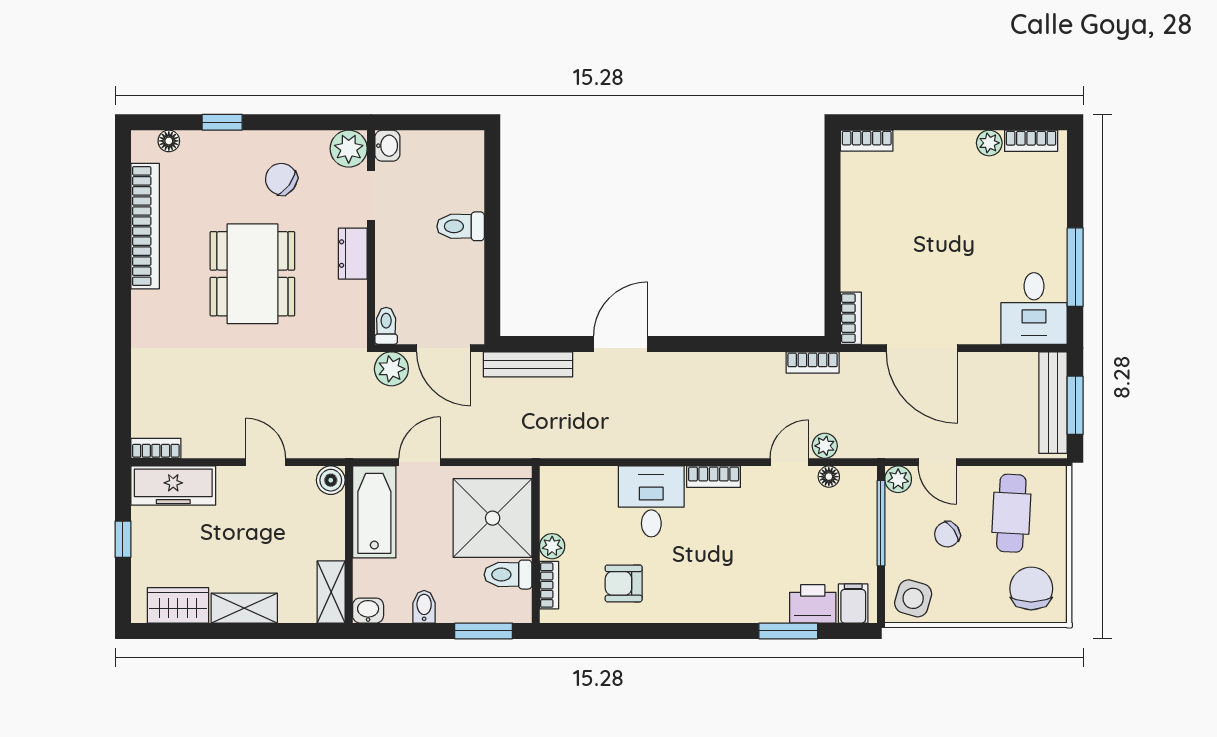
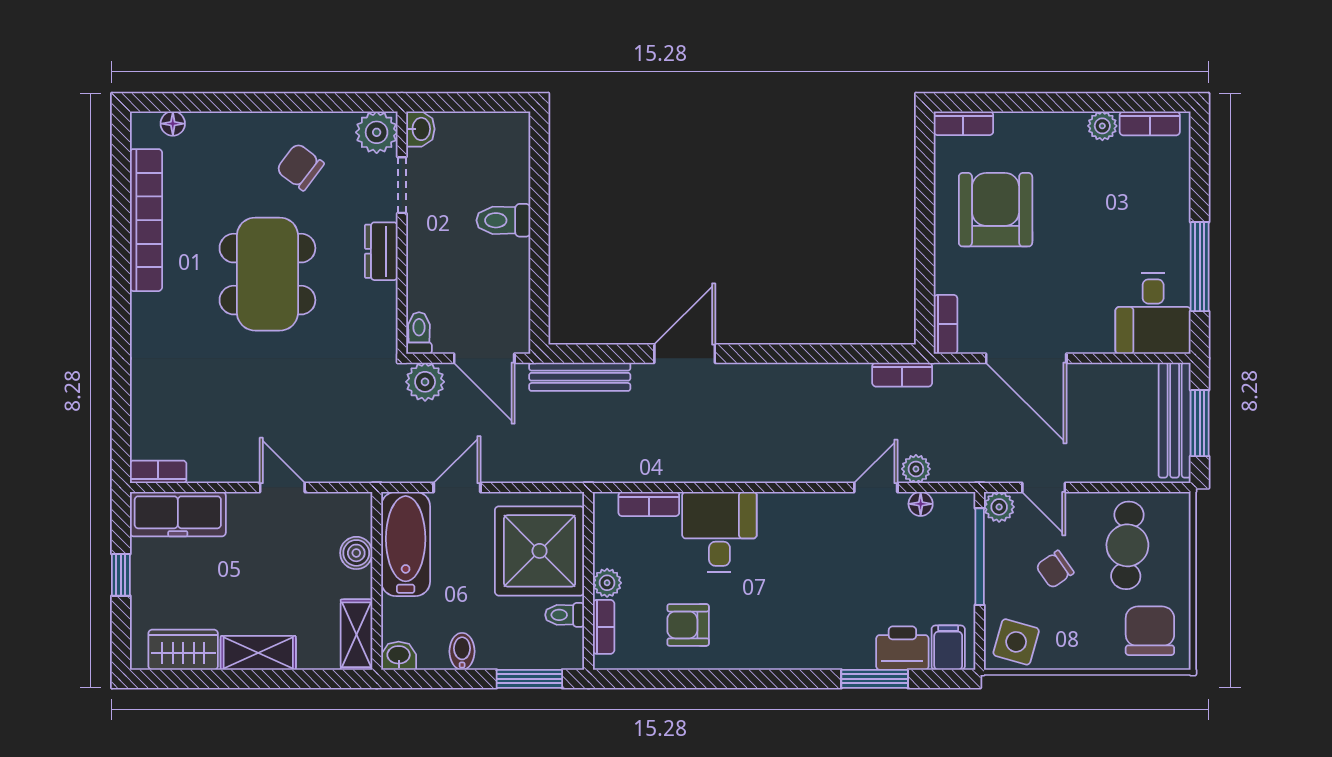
window: (222, 122) -> (233, 102), removed
armchair: (895, 217) -> (996, 210), added
bookcase: (714, 477) -> (649, 504), moved
boiler: (331, 480) -> (356, 553), moved
toilet: (508, 575) -> (565, 615), width x0.73, depth x0.72

